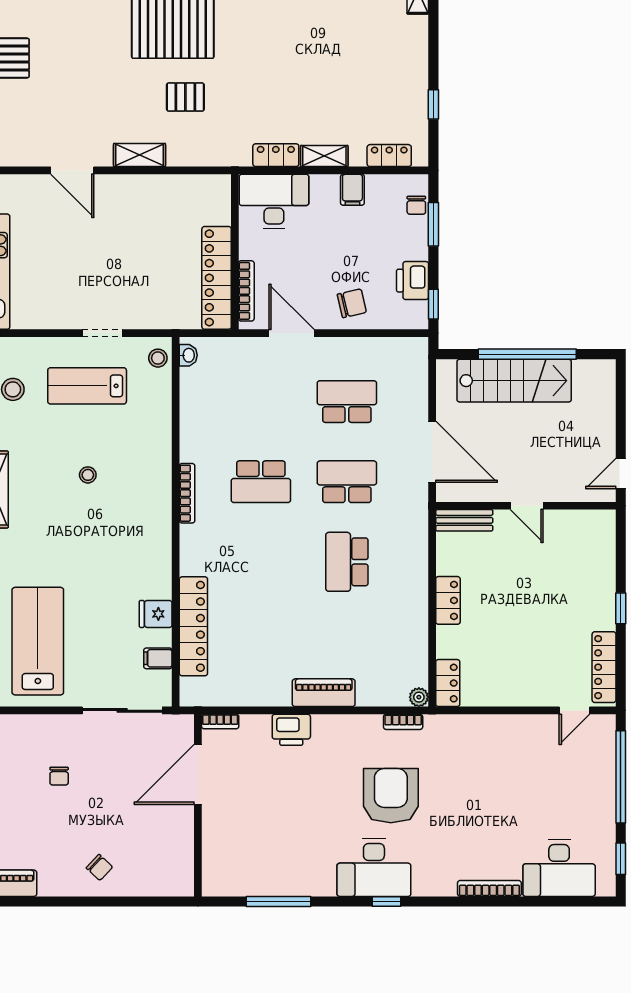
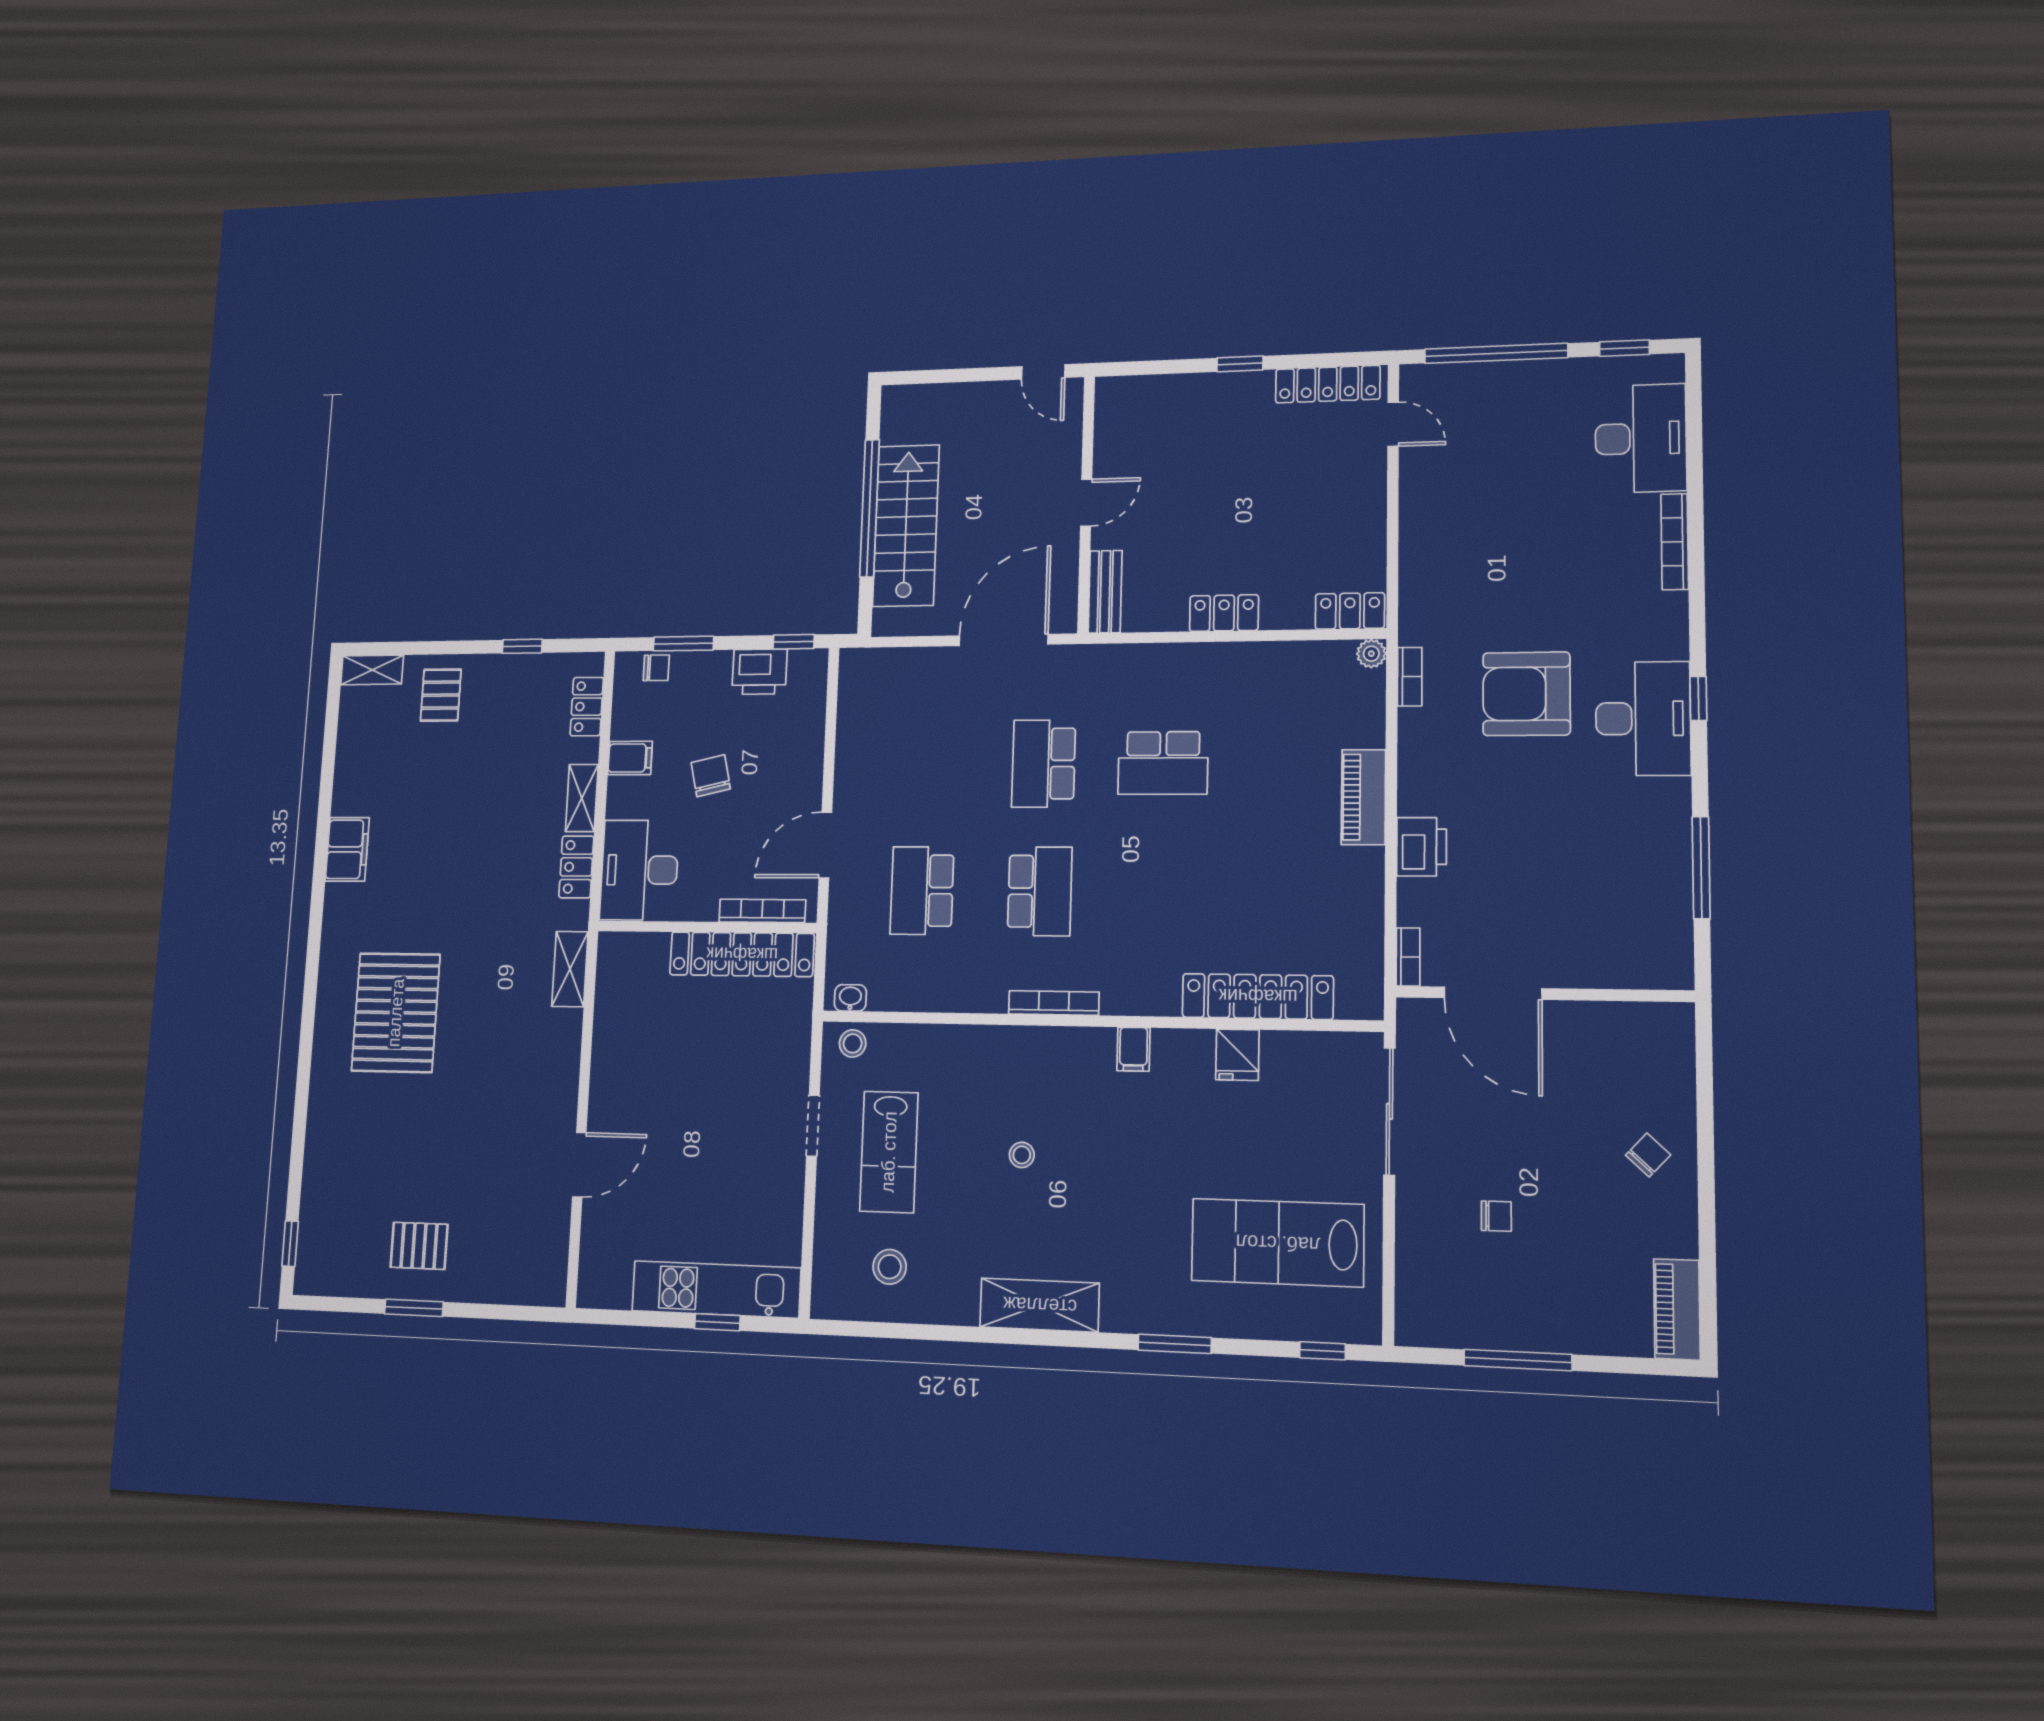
pallet: (185, 97) -> (441, 695), moved
shelving: (140, 155) -> (570, 969), moved
chair: (352, 303) -> (711, 776), moved
school desk: (347, 402) -> (922, 891), moved
filing cabinet: (158, 658) -> (1133, 1049), moved

